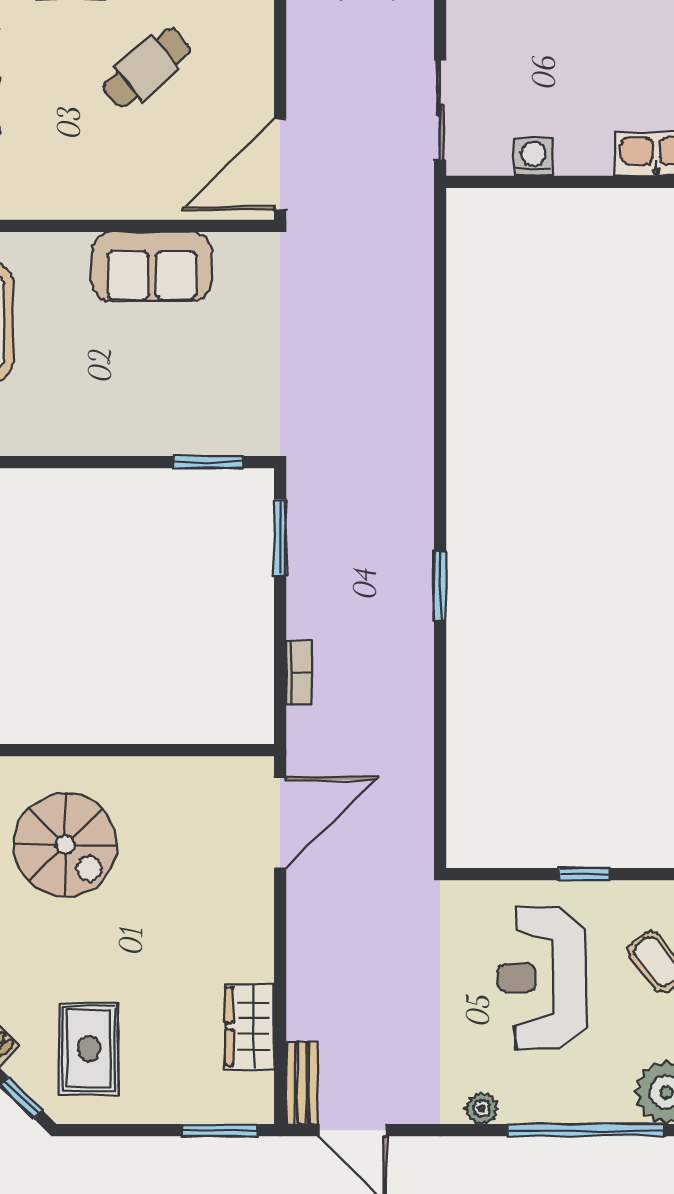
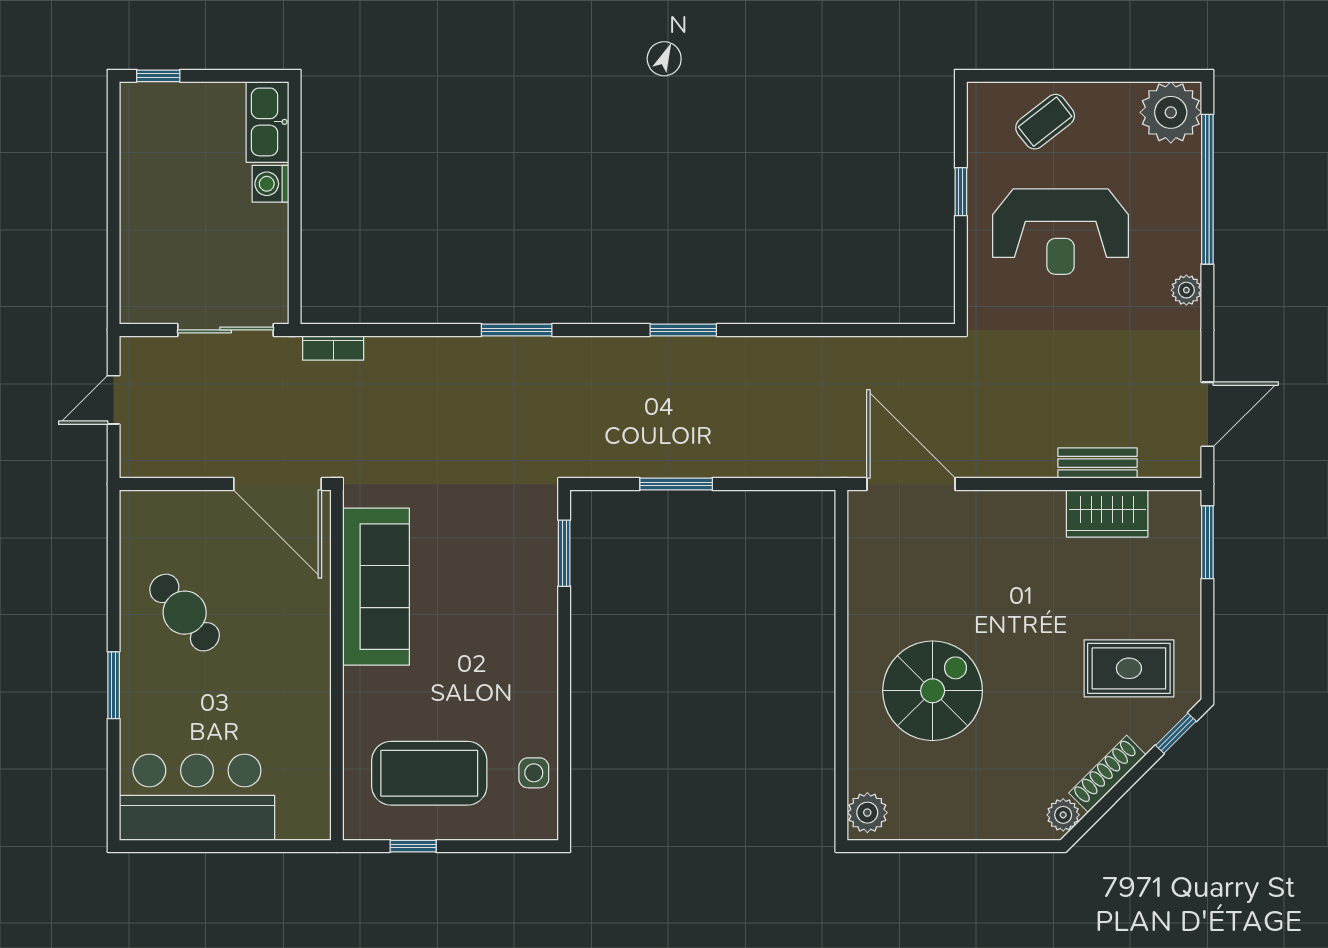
washing machine: (533, 157) -> (270, 184), moved
sofa: (152, 267) -> (376, 587), width x1.36
window: (440, 413) -> (517, 330), added
window: (280, 537) -> (676, 484), moved
bookcase: (299, 673) -> (333, 348), moved, turned 180
bench: (302, 1083) -> (1097, 463), moved

